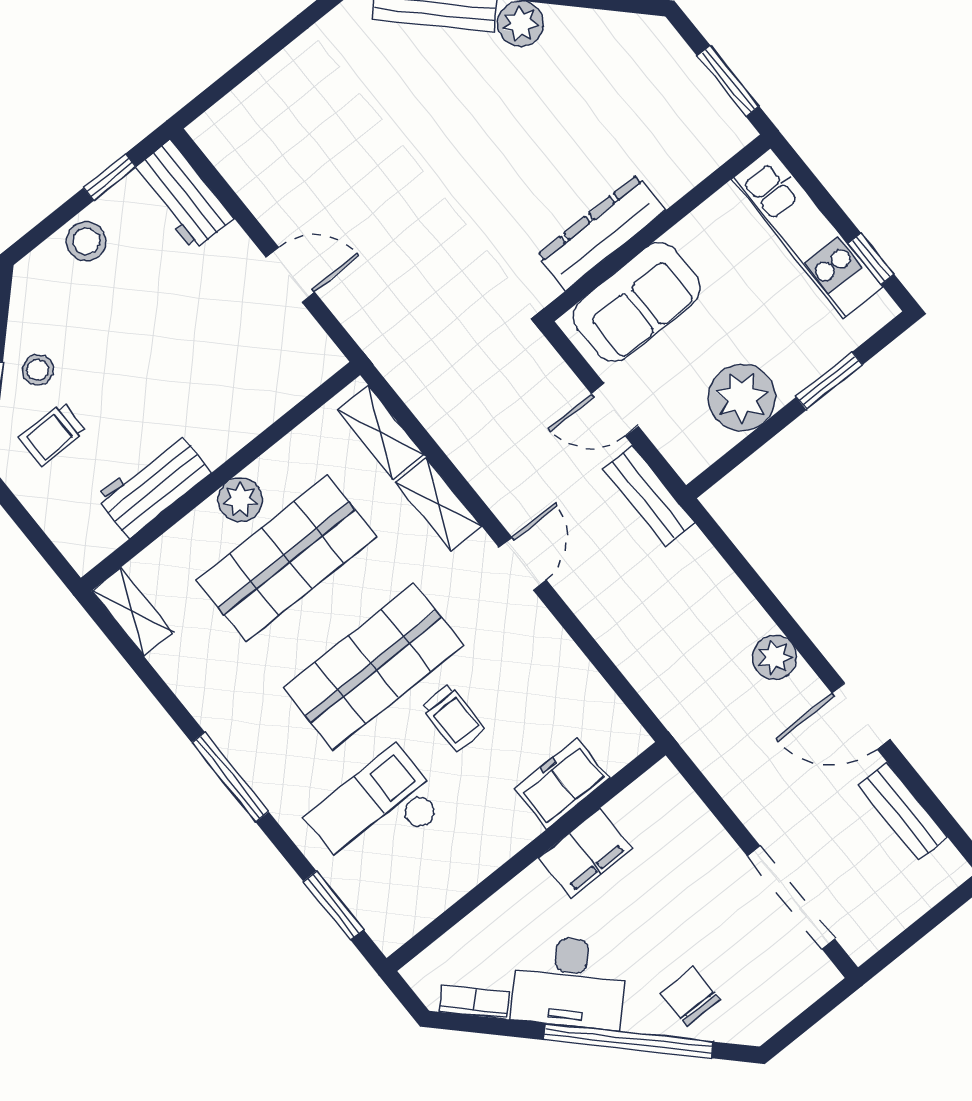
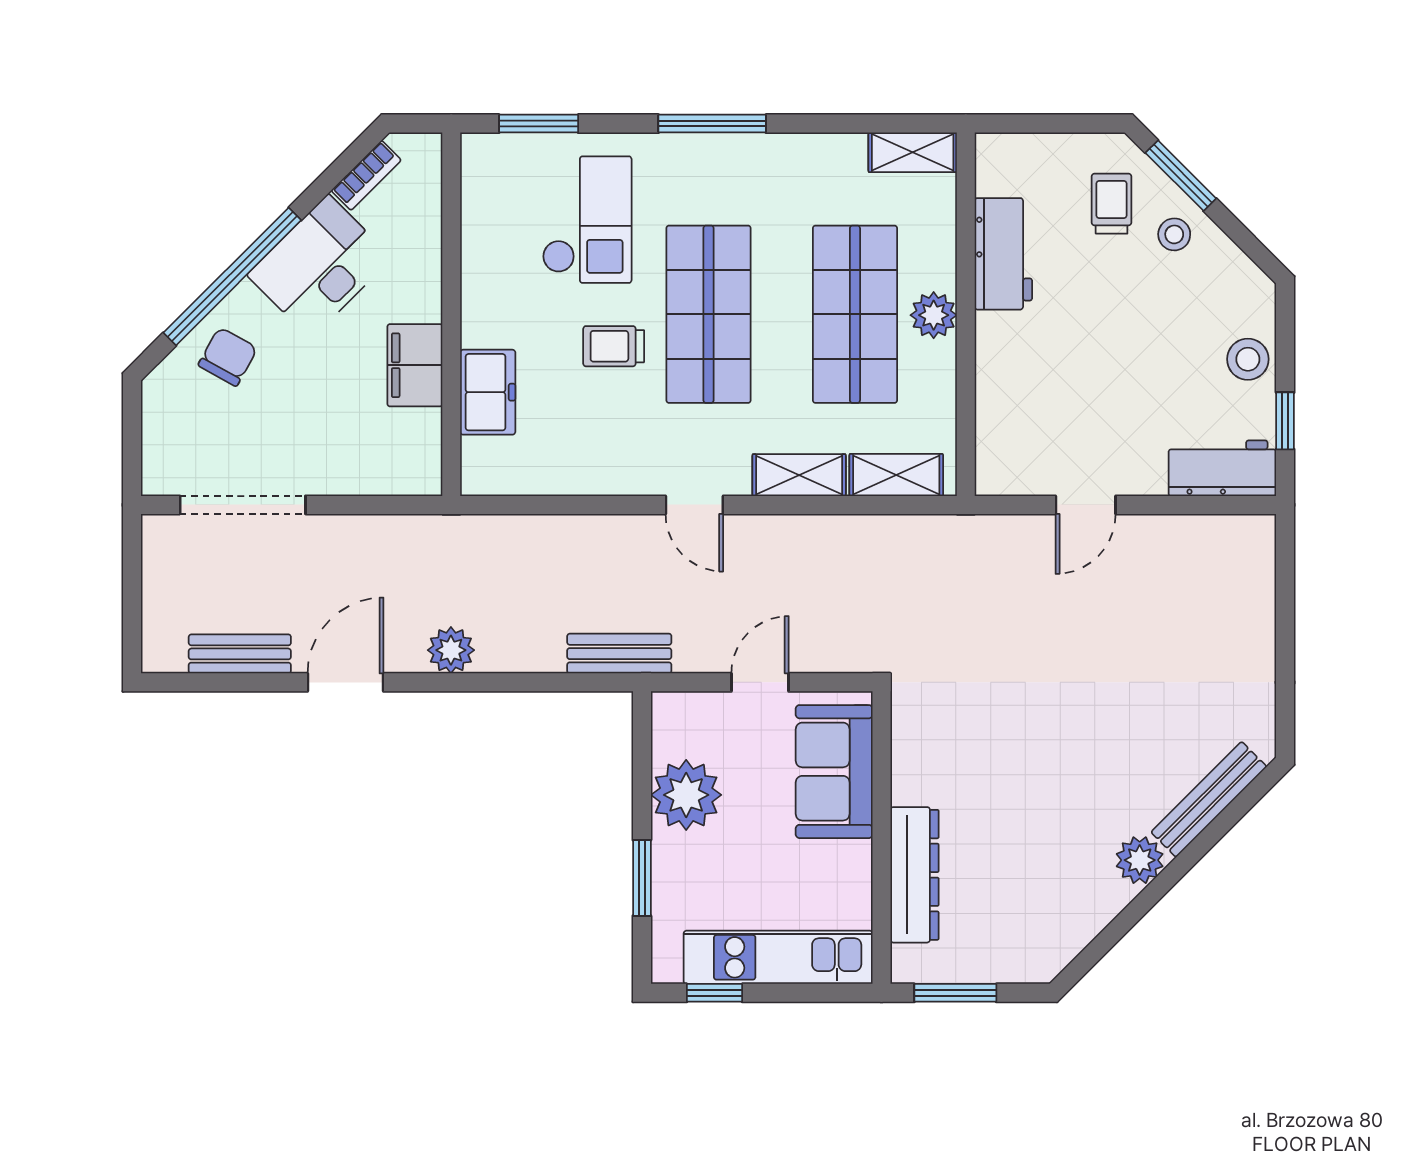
dresser: (601, 233) -> (915, 875), moved
bench: (649, 496) -> (619, 654), moved
chair: (690, 997) -> (228, 357), turned -61

